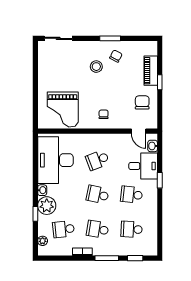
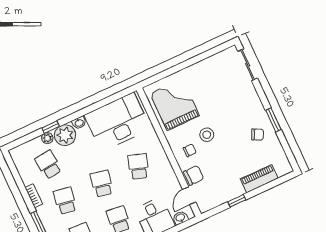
stool: (96, 67) -> (207, 135), moved
window: (160, 82) -> (237, 201), moved
chair: (142, 102) -> (194, 175), moved
grand piano: (63, 109) -> (175, 105), turned 90
school desk: (98, 160) -> (138, 166), turned 39
plant: (43, 241) -> (47, 138), moved

